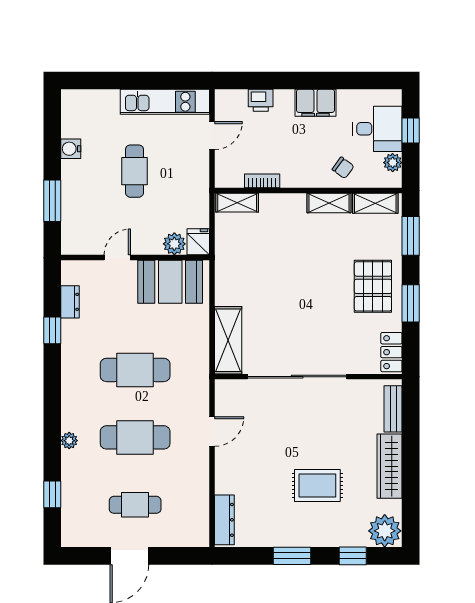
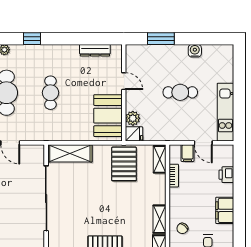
filing cabinet: (228, 160) -> (188, 153), added
pallet: (244, 257) -> (124, 164), added
dresser: (70, 302) -> (95, 50), width x1.44
window: (52, 330) -> (32, 39), moved
cafe table: (135, 370) -> (50, 93), width x0.73, depth x0.74

